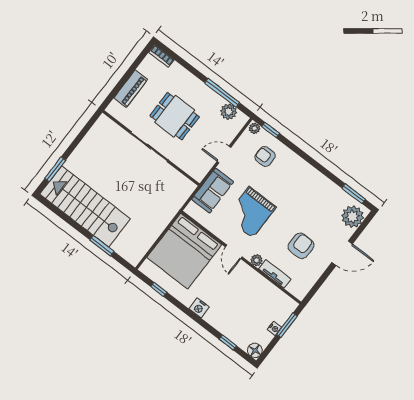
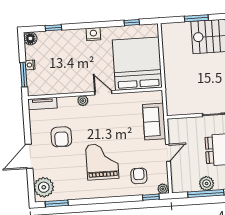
plant: (229, 112) -> (207, 183), moved
armchair: (265, 156) -> (139, 176), turned -90
grand piano: (251, 212) -> (102, 162), moved
tv unit: (275, 274) -> (42, 104), moved

